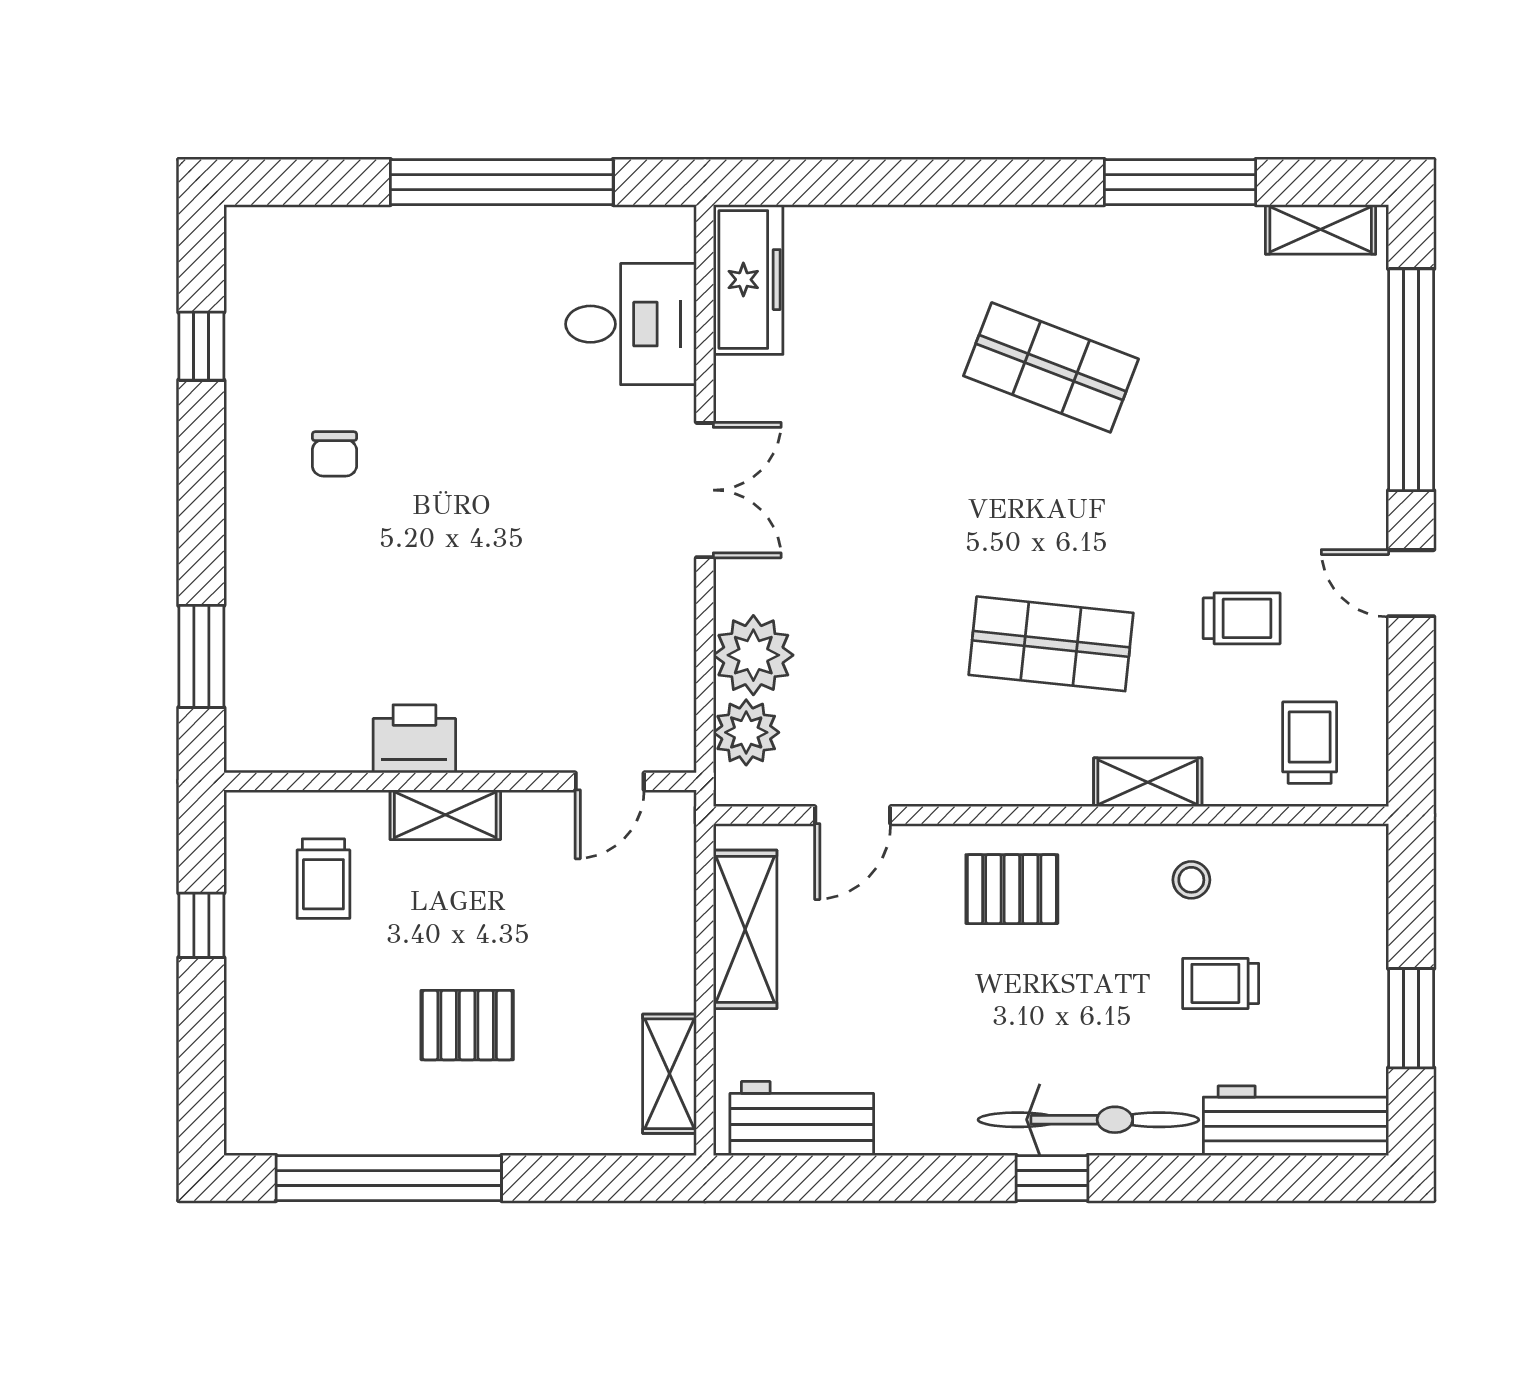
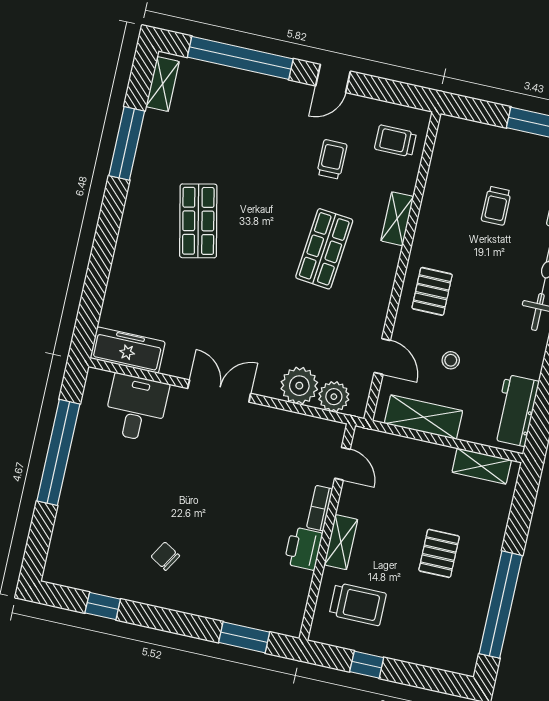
shop shelf: (1051, 367) -> (198, 221), turned -33
chair: (334, 454) -> (165, 556), turned -149
bookcase: (507, 754) -> (320, 508), added
trolley: (323, 879) -> (358, 604), width x1.36, depth x1.39
stool: (1191, 880) -> (451, 360), moved

